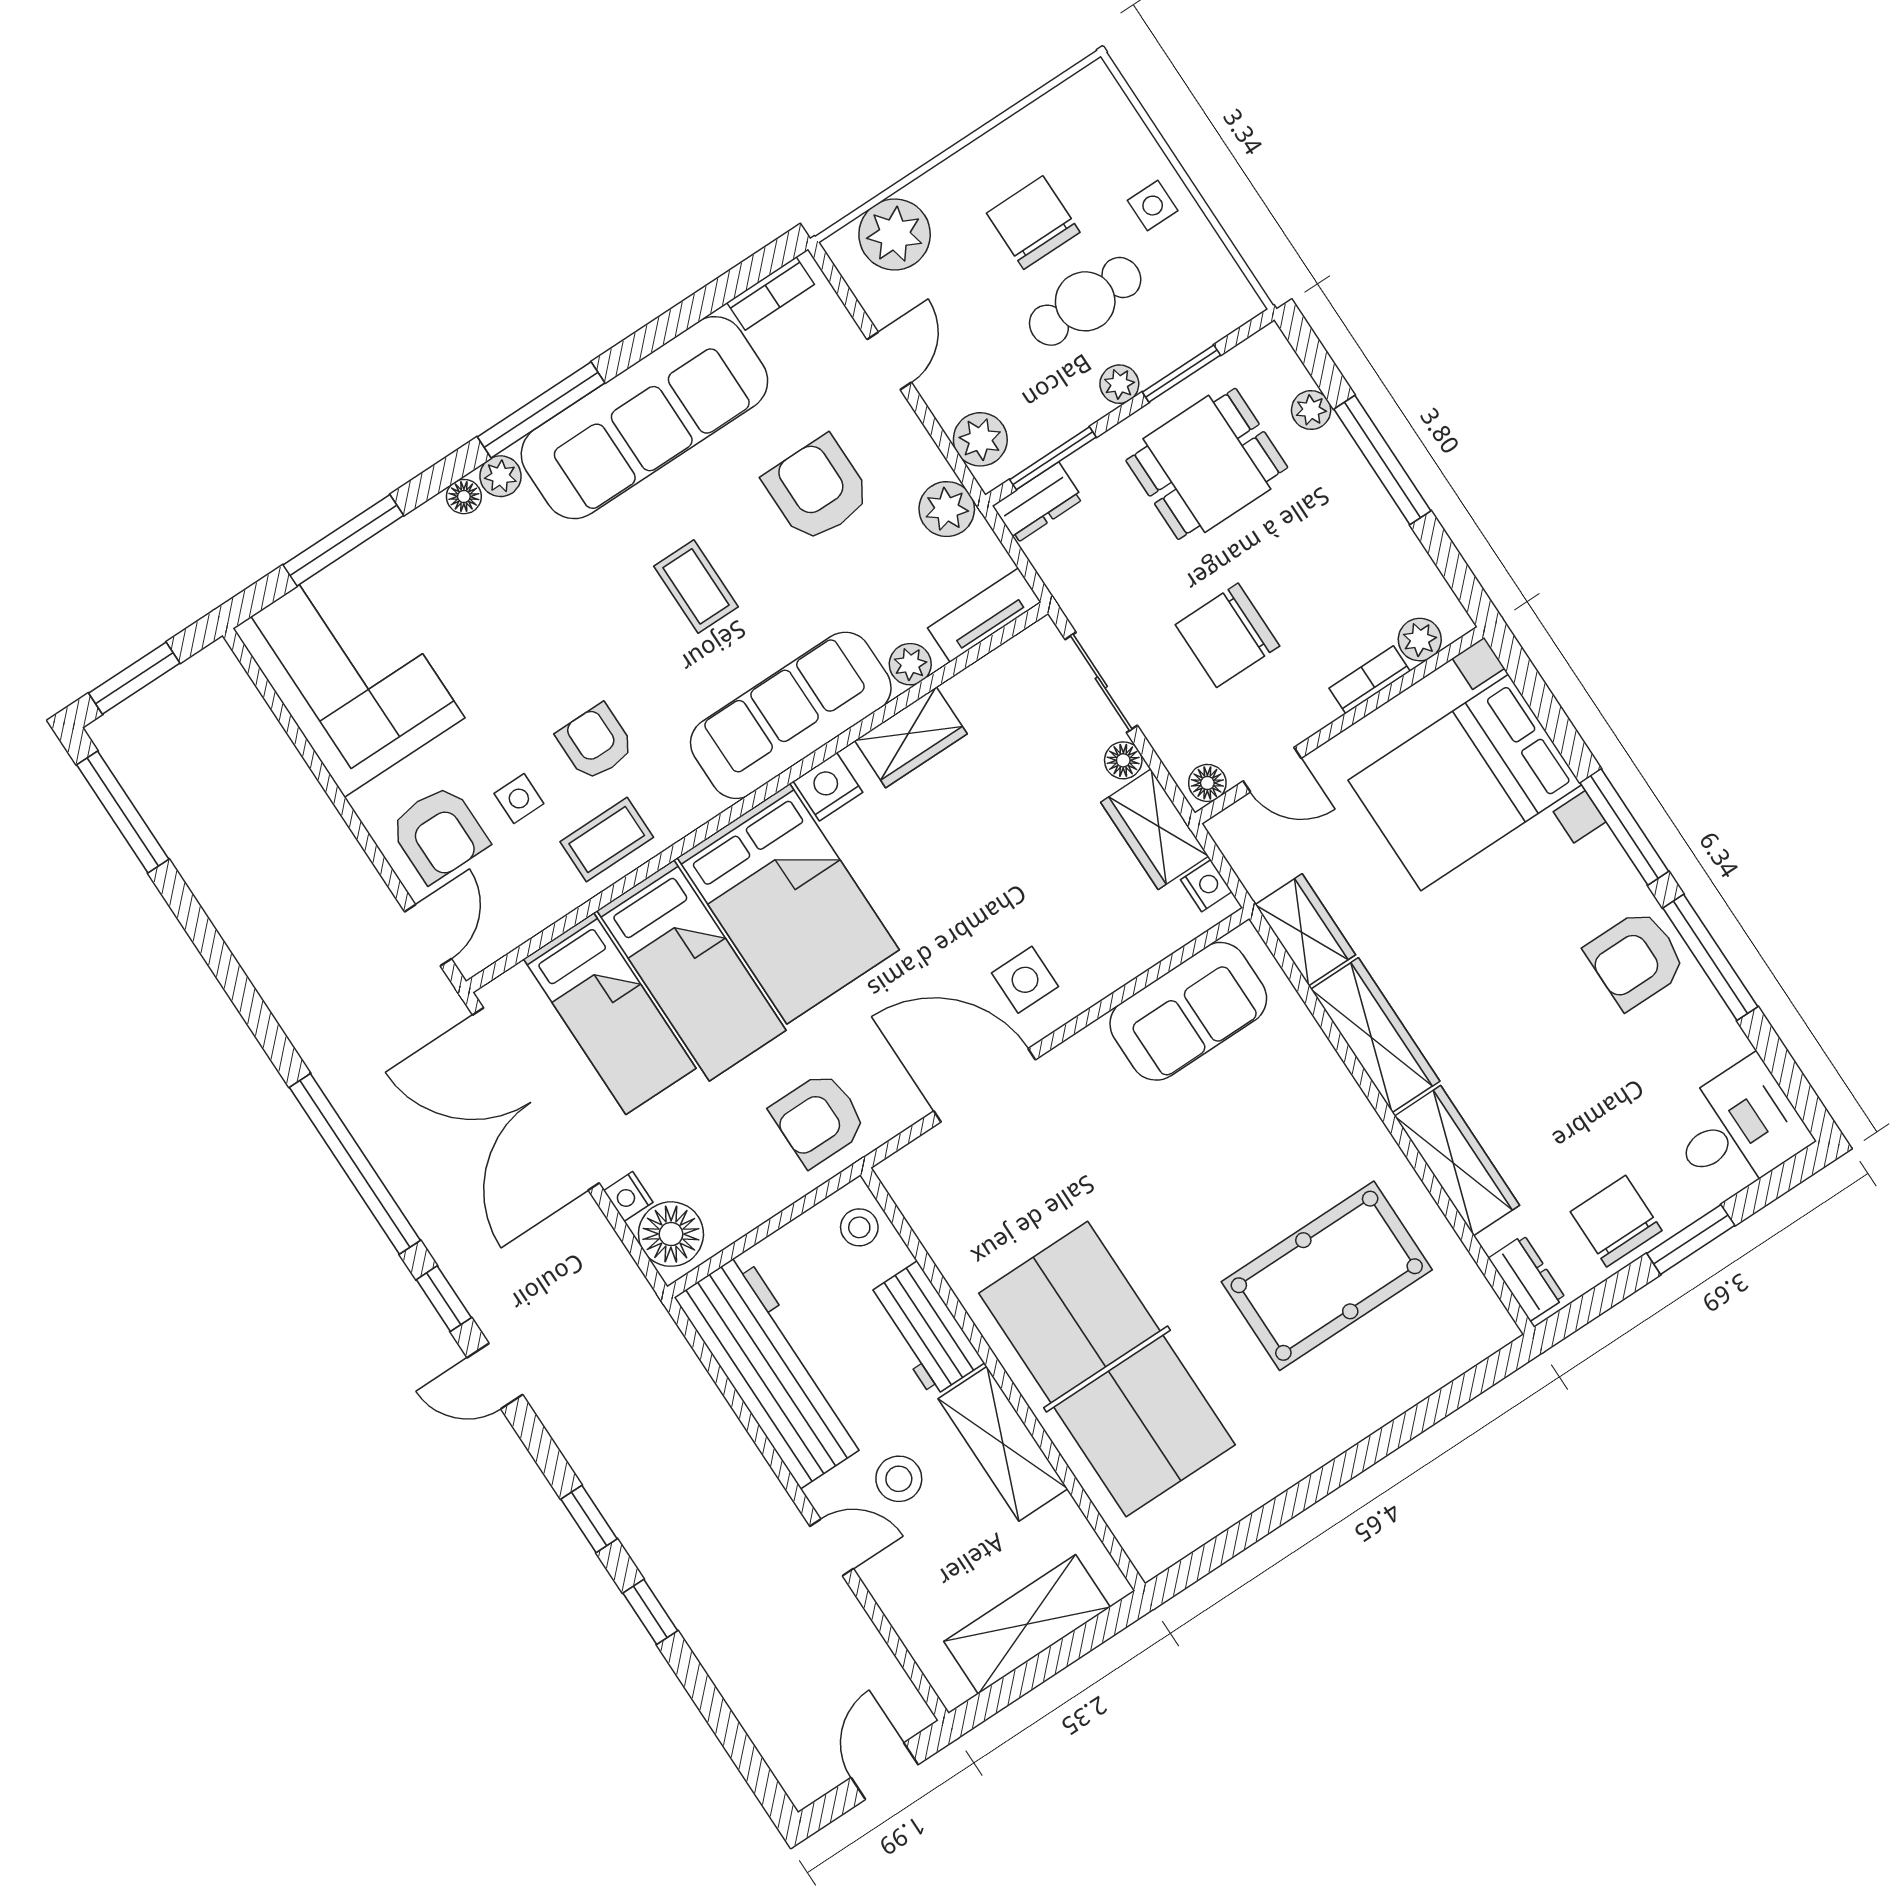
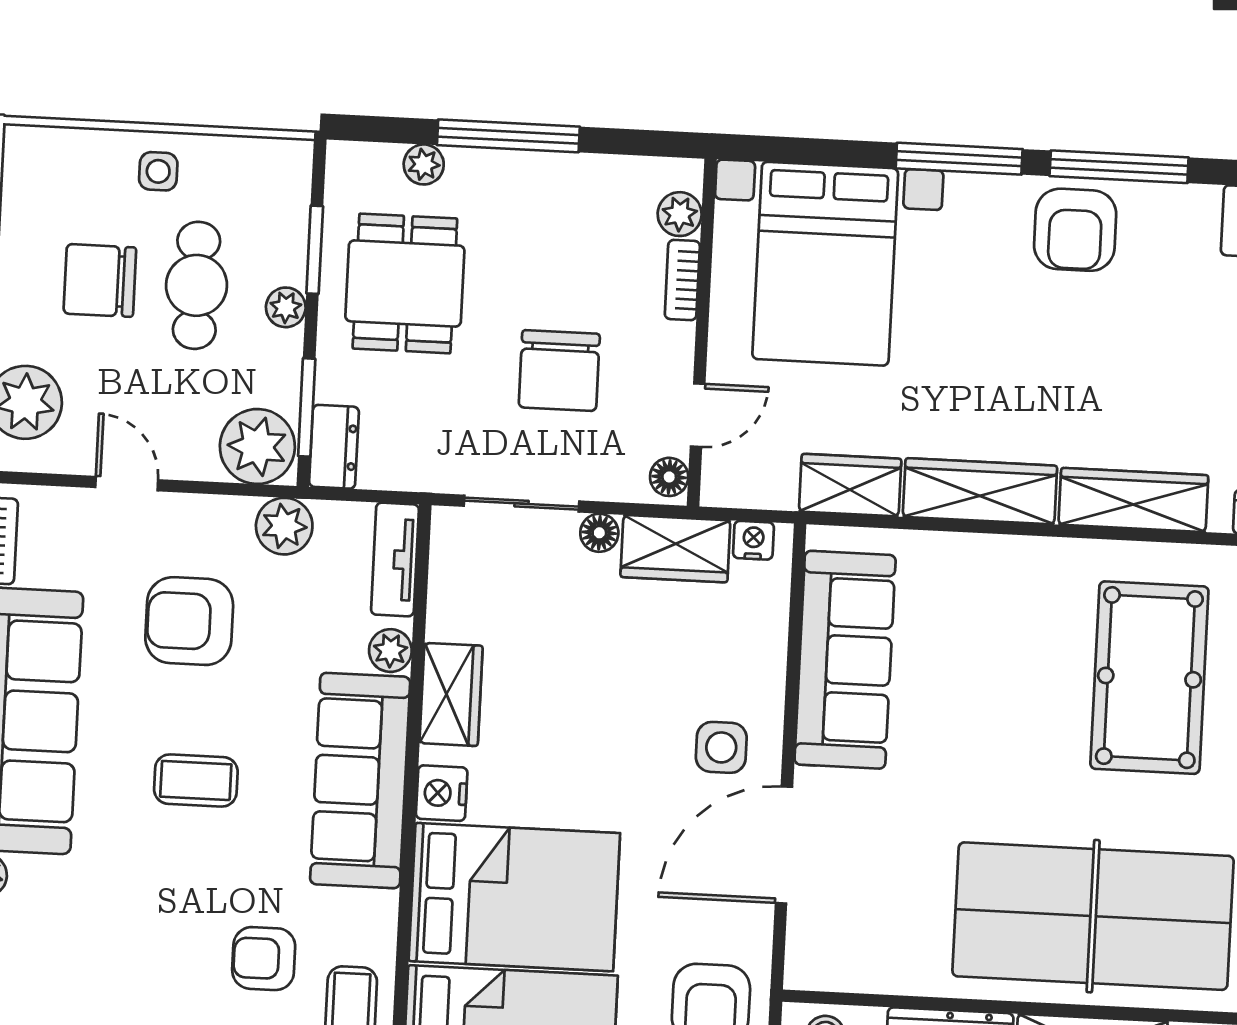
plant: (980, 439) -> (257, 447), width x1.36, depth x1.36
sofa: (1188, 1011) -> (845, 660), width x1.36

